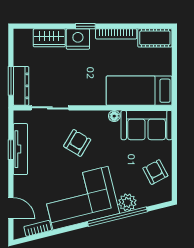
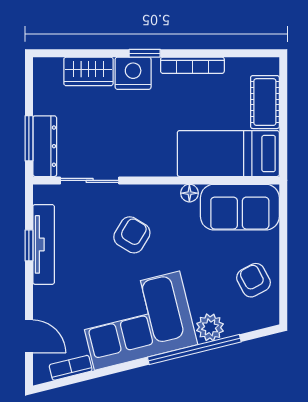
cot: (155, 38) -> (265, 102), moved, turned 90

